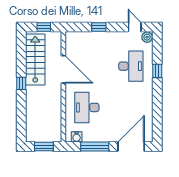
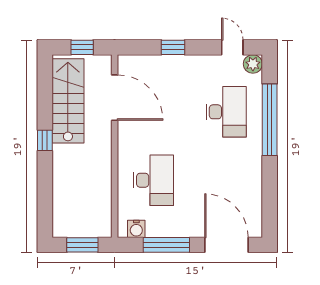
door: (63, 69) -> (115, 98), moved
window: (157, 71) -> (270, 120), width x3.17
desk: (87, 107) -> (153, 180), turned 180
door: (131, 147) -> (226, 245), hinge flipped

